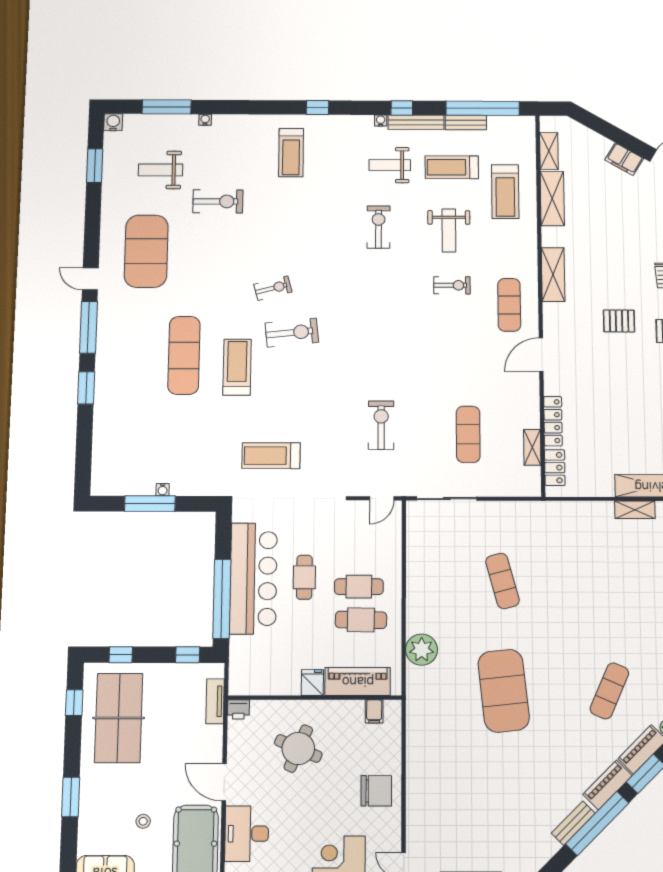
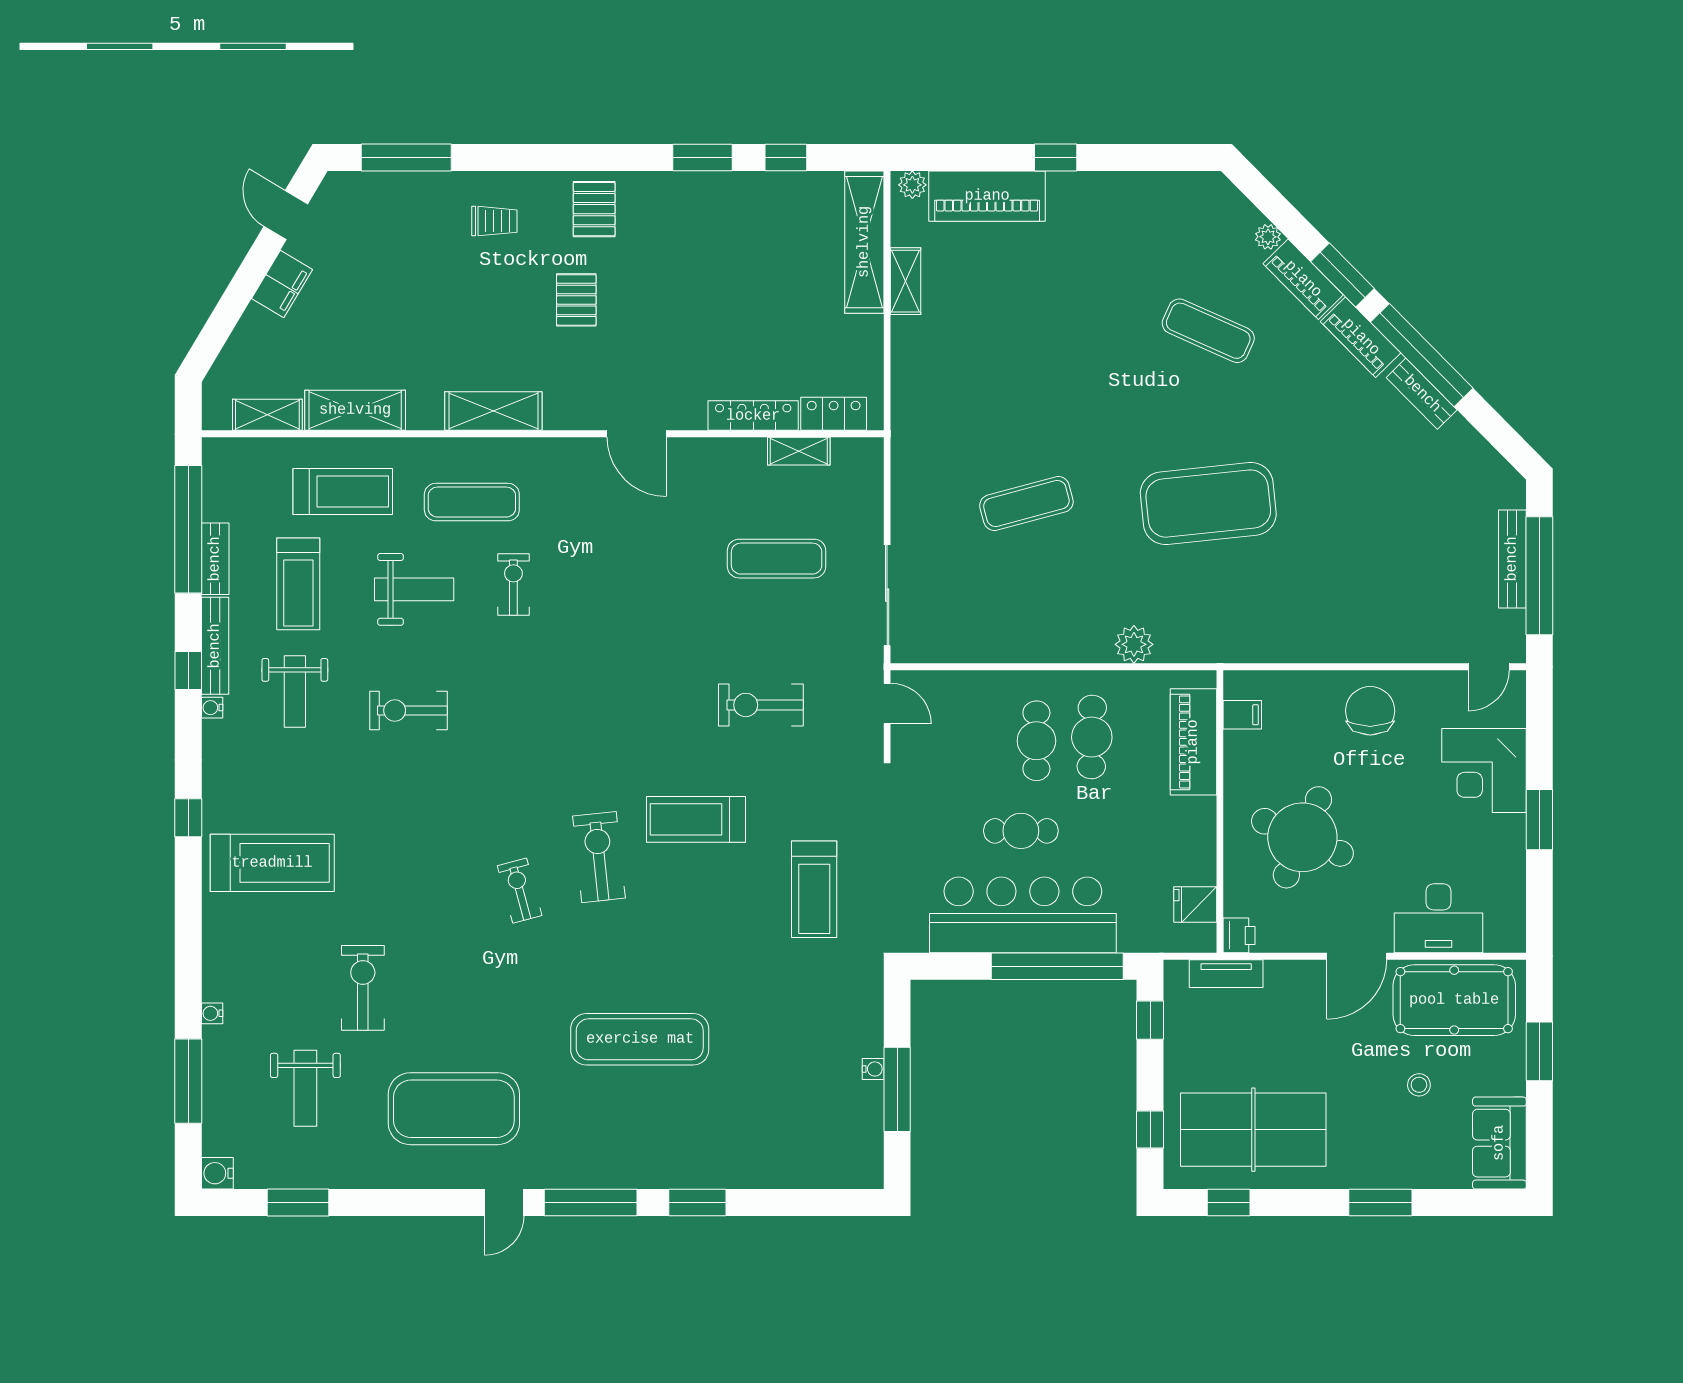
treadmill: (291, 152) -> (272, 863), width x1.37, depth x1.37
exercise mat: (509, 305) -> (472, 502), moved
treadmill: (237, 367) -> (696, 819), moved
plant: (422, 650) -> (1134, 644), width x0.73, depth x0.73
fridge: (312, 683) -> (1195, 904), moved
round table: (298, 748) -> (1302, 837), width x1.36, depth x1.36

